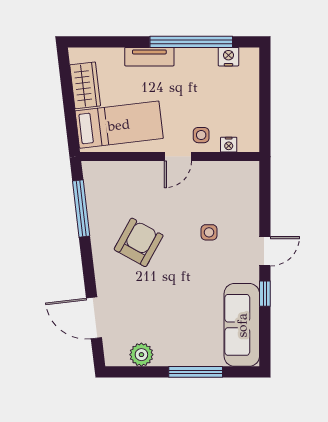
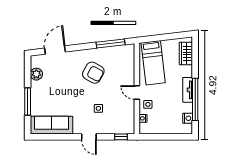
tv unit: (149, 57) -> (188, 90), moved
wardrobe: (85, 85) -> (186, 53), moved, turned 97
window: (265, 294) -> (121, 137), moved

